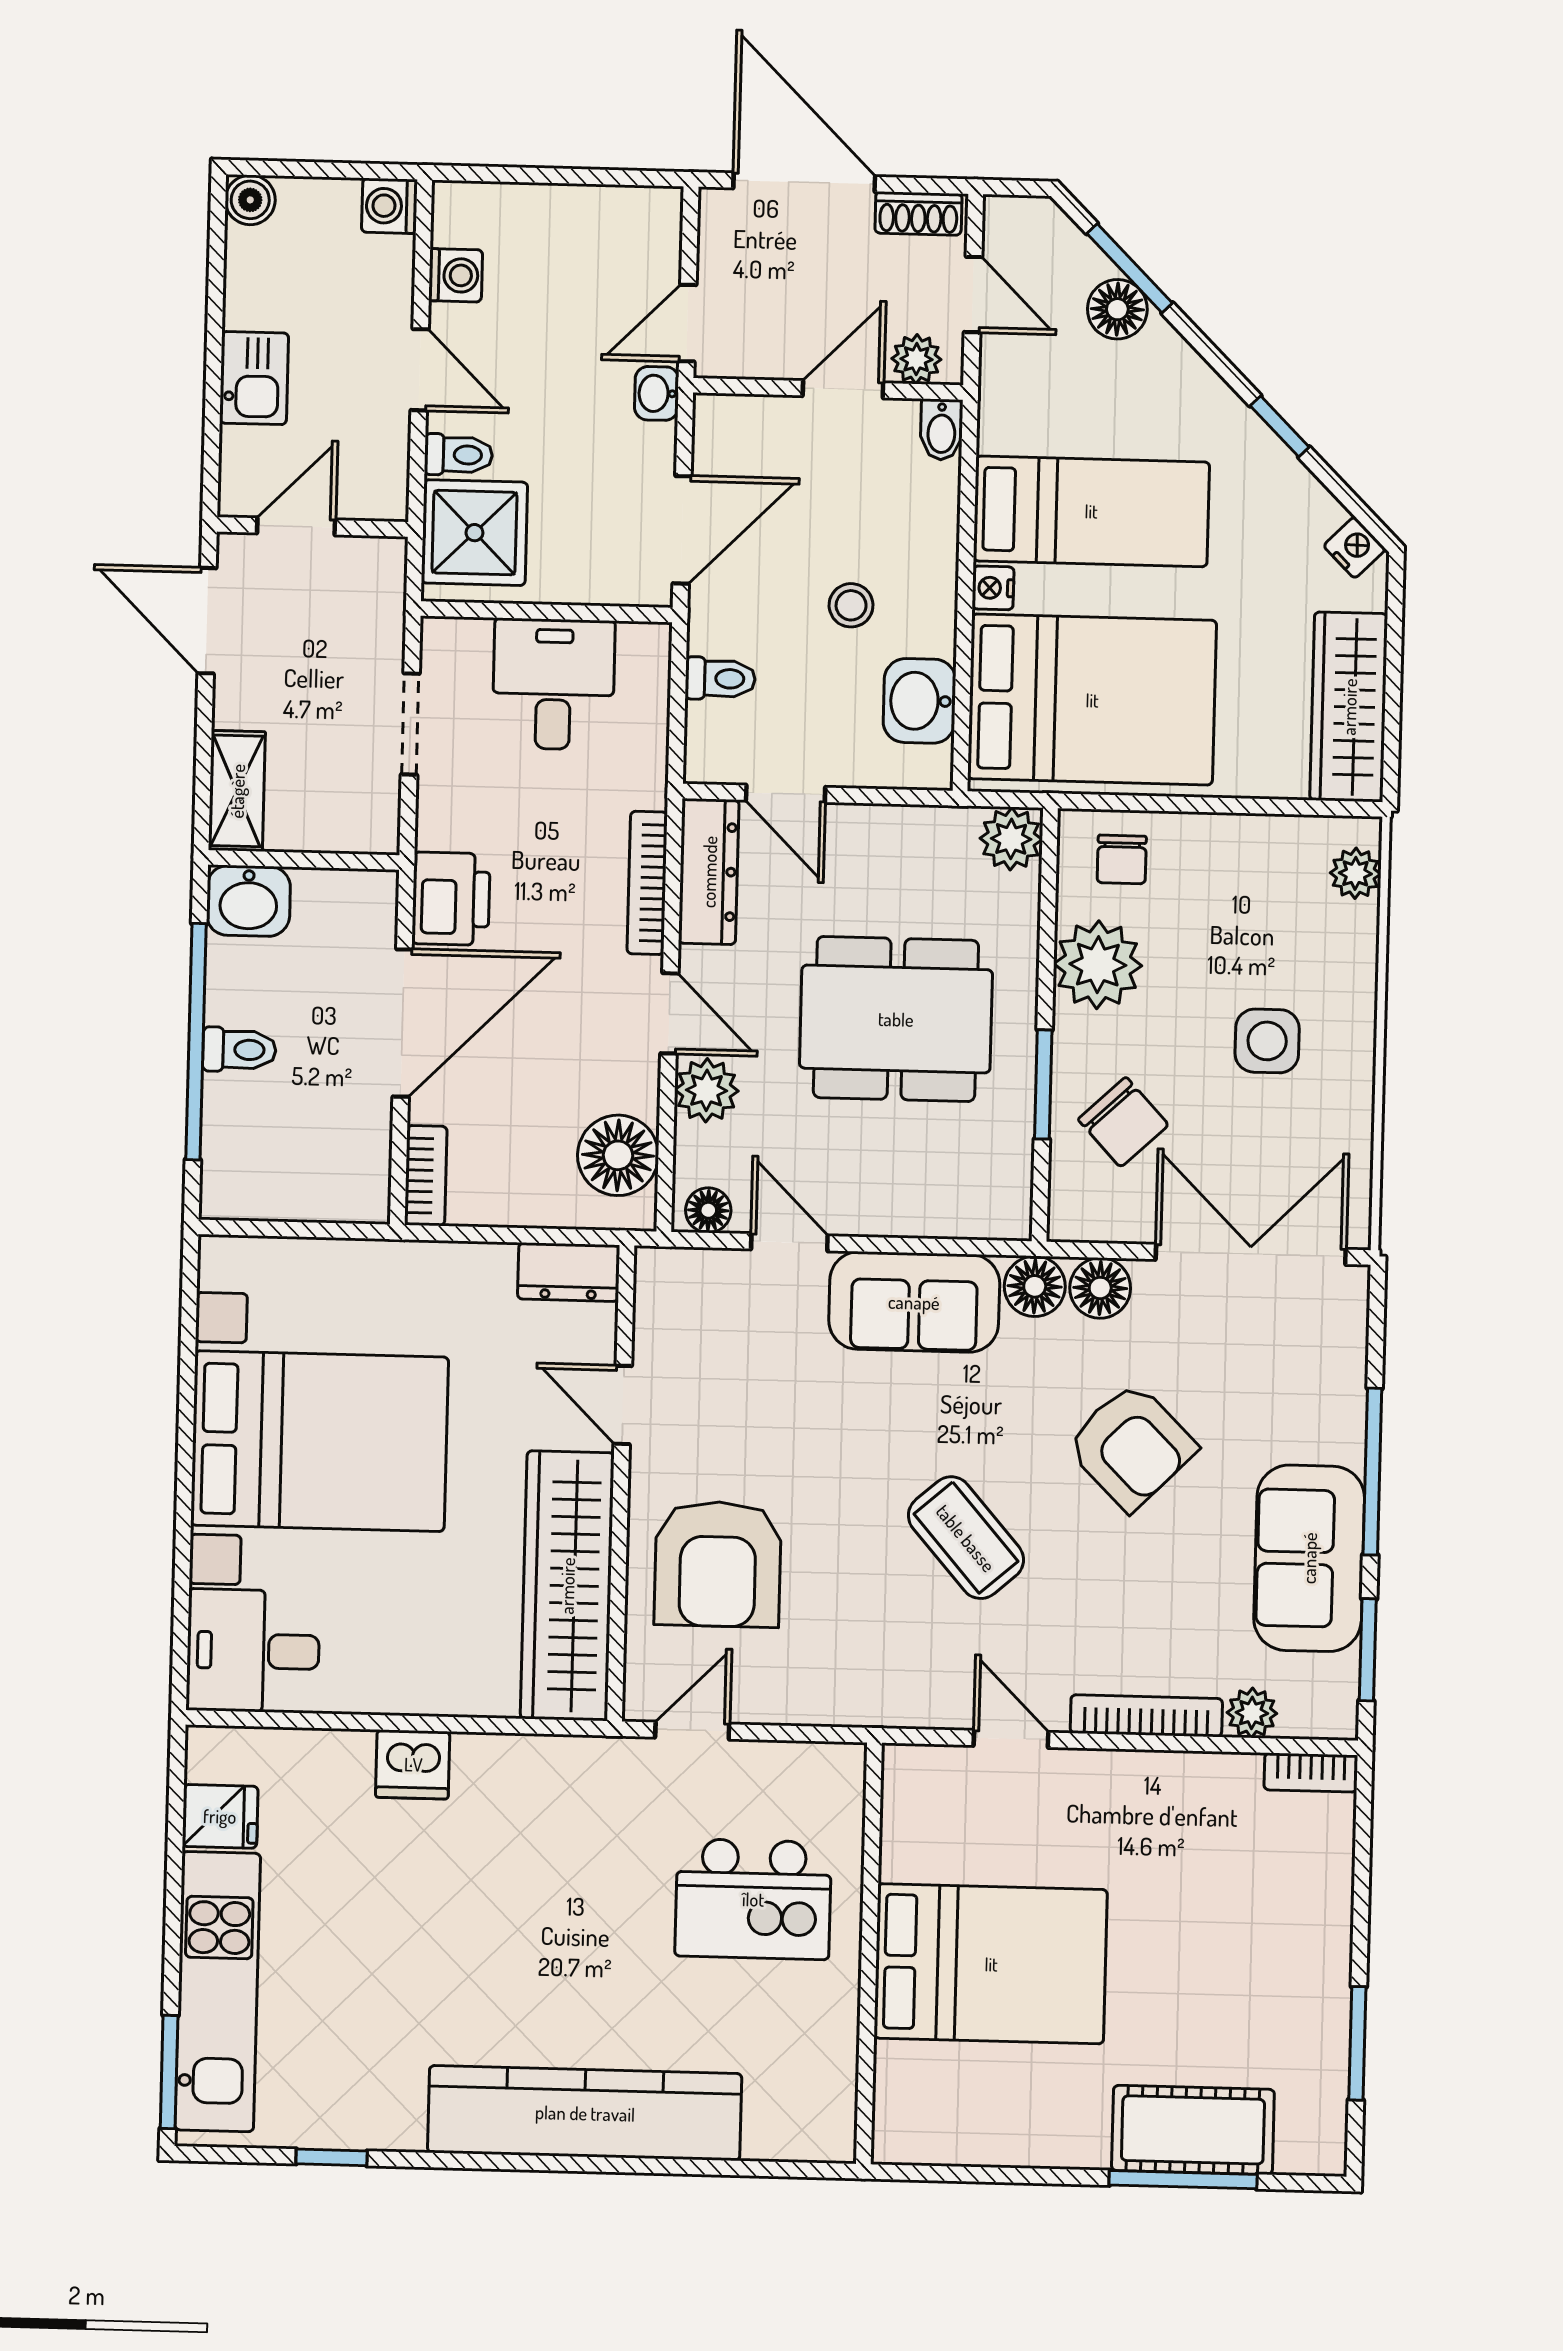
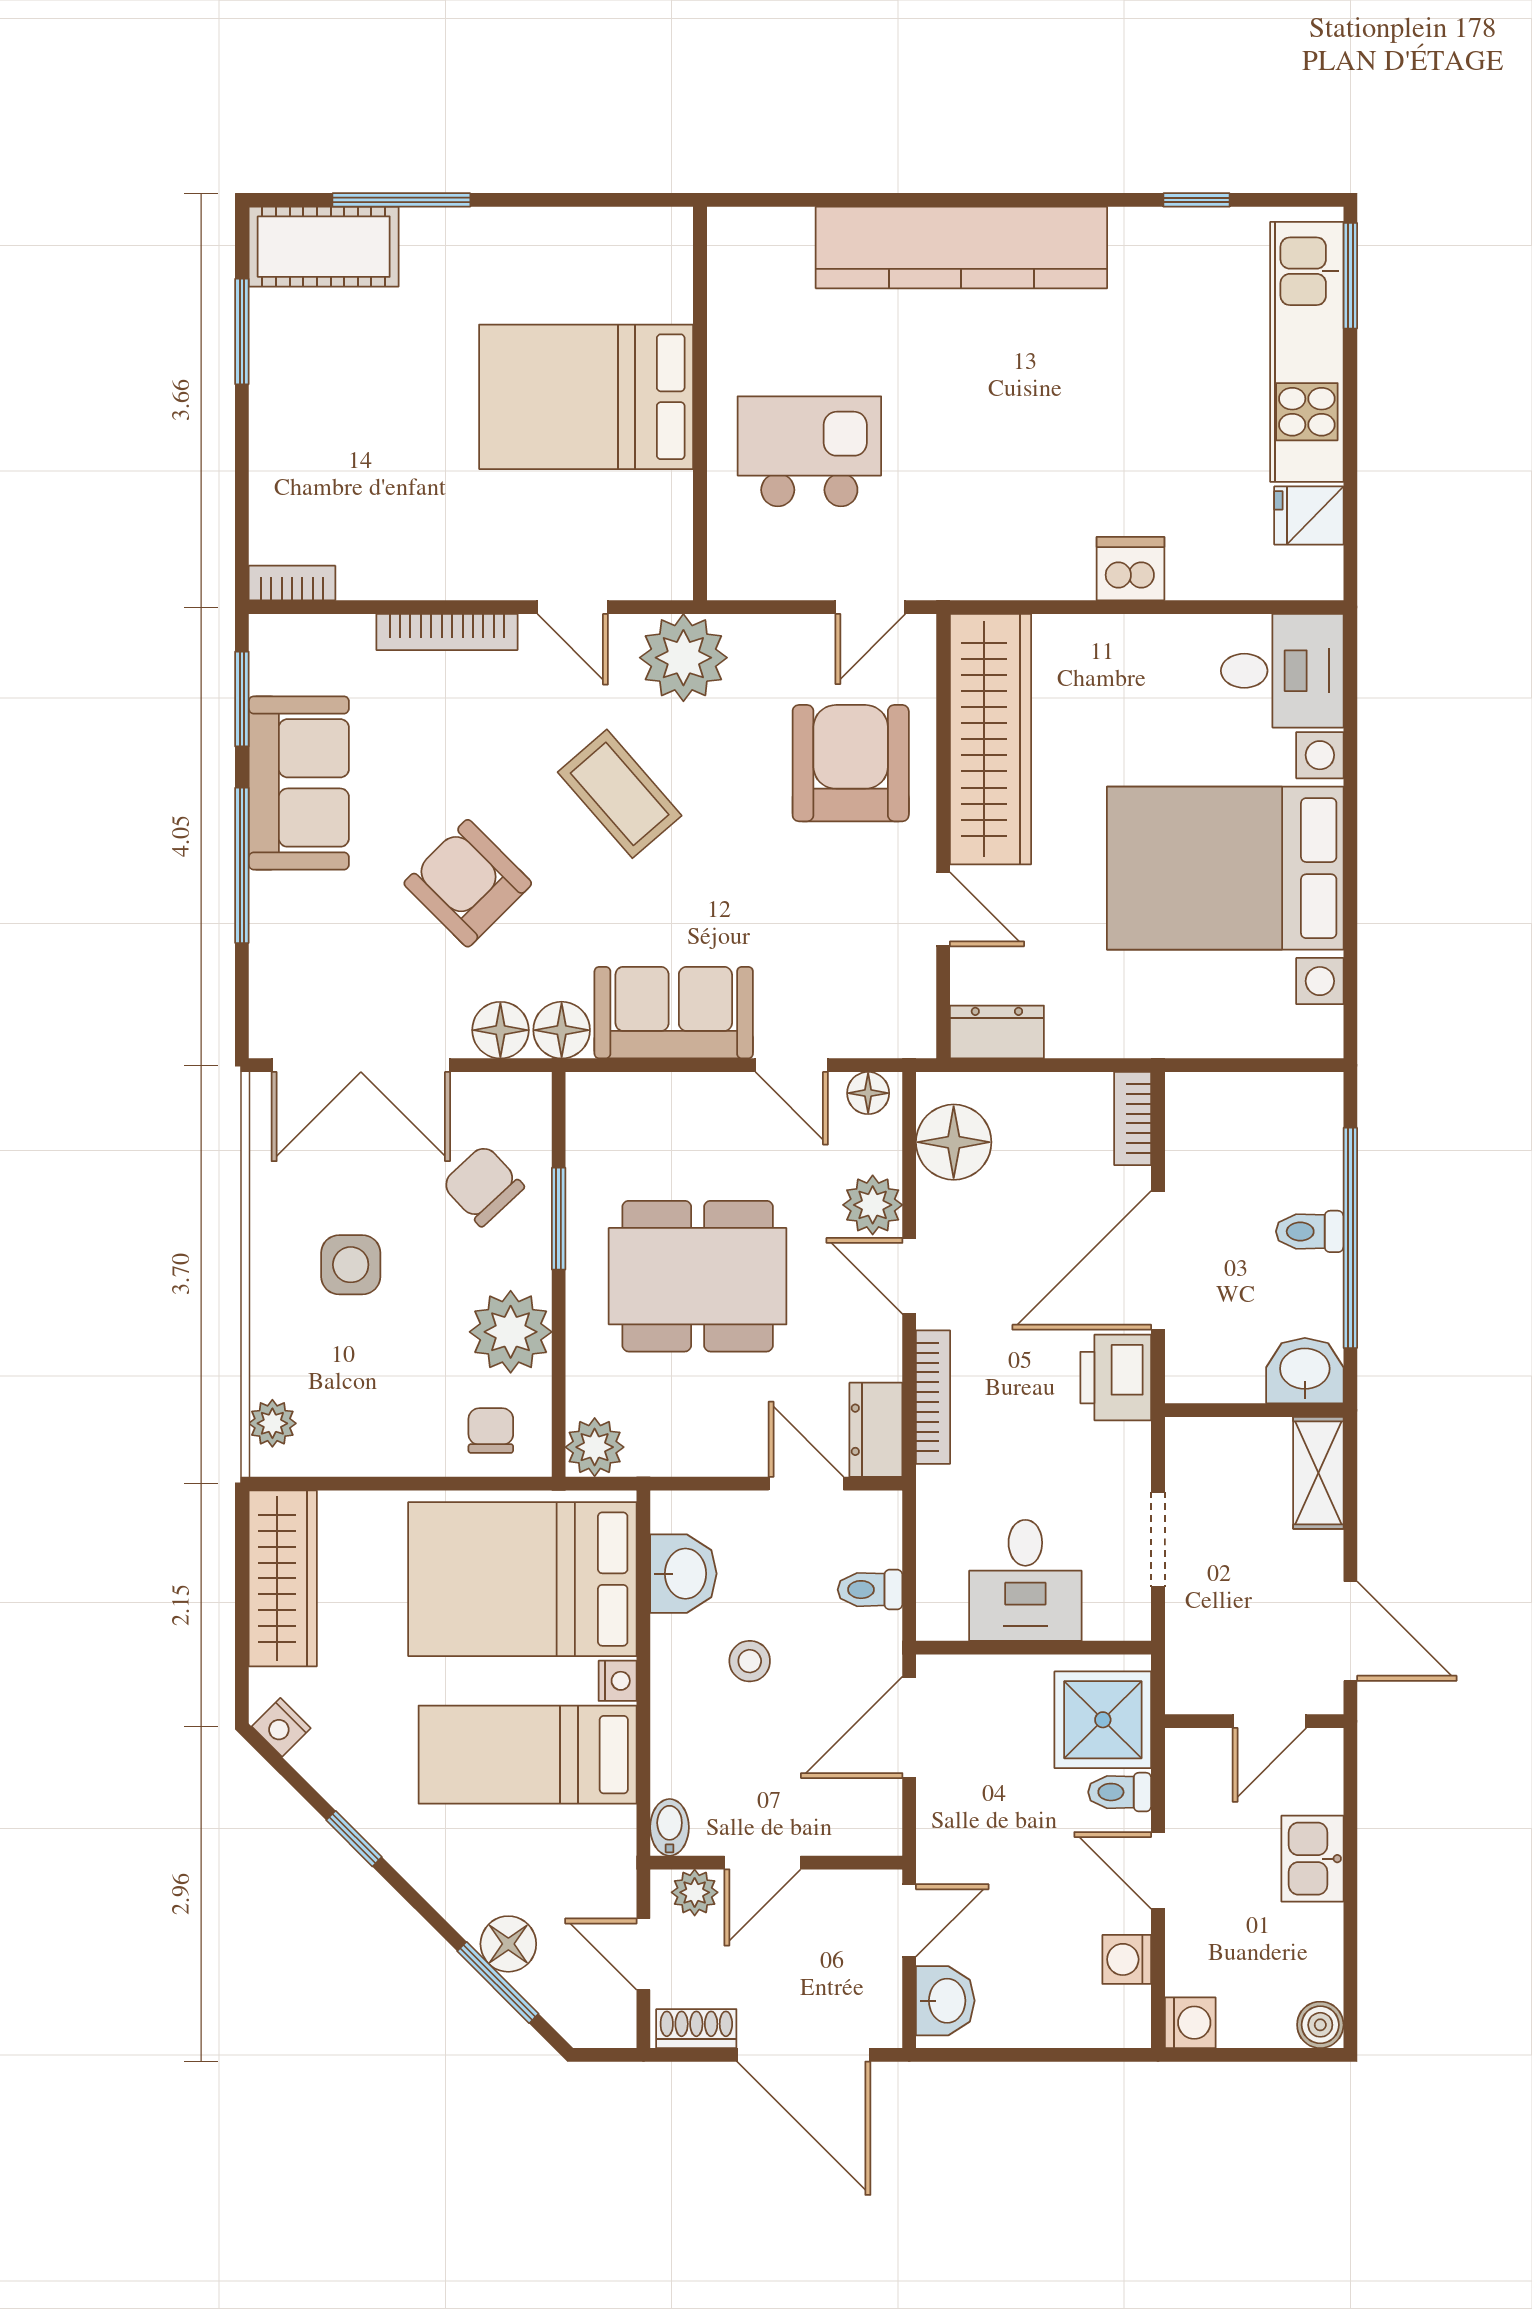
washbasin: (657, 393) -> (945, 2001), moved, width x1.38, depth x1.45
dresser: (709, 872) -> (876, 1430), width x0.70
plant: (1252, 1713) -> (683, 658), moved, width x1.88, depth x1.88
cot: (1193, 2130) -> (324, 247), moved

